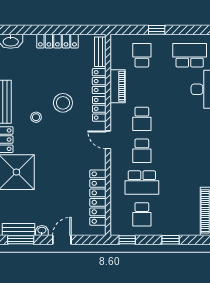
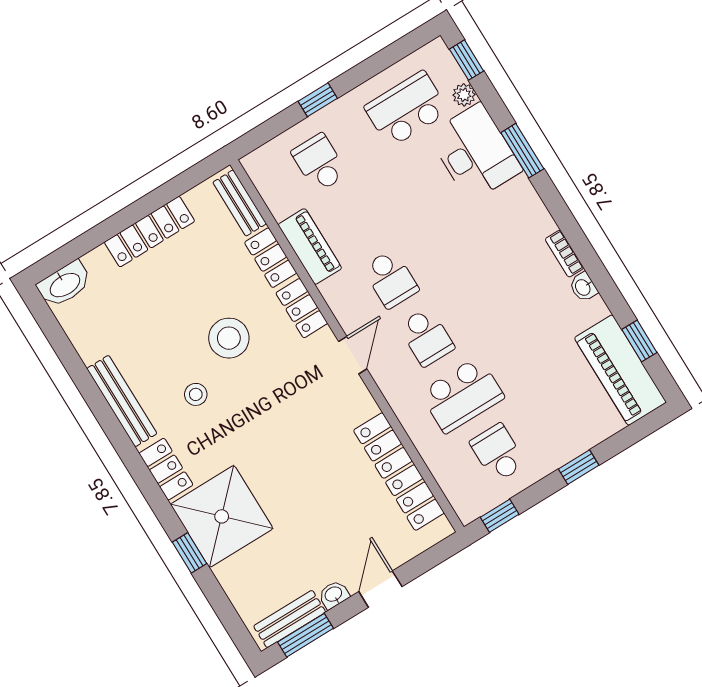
door: (108, 140) -> (353, 355), swing flipped
school desk: (142, 214) -> (498, 453), turned 180

